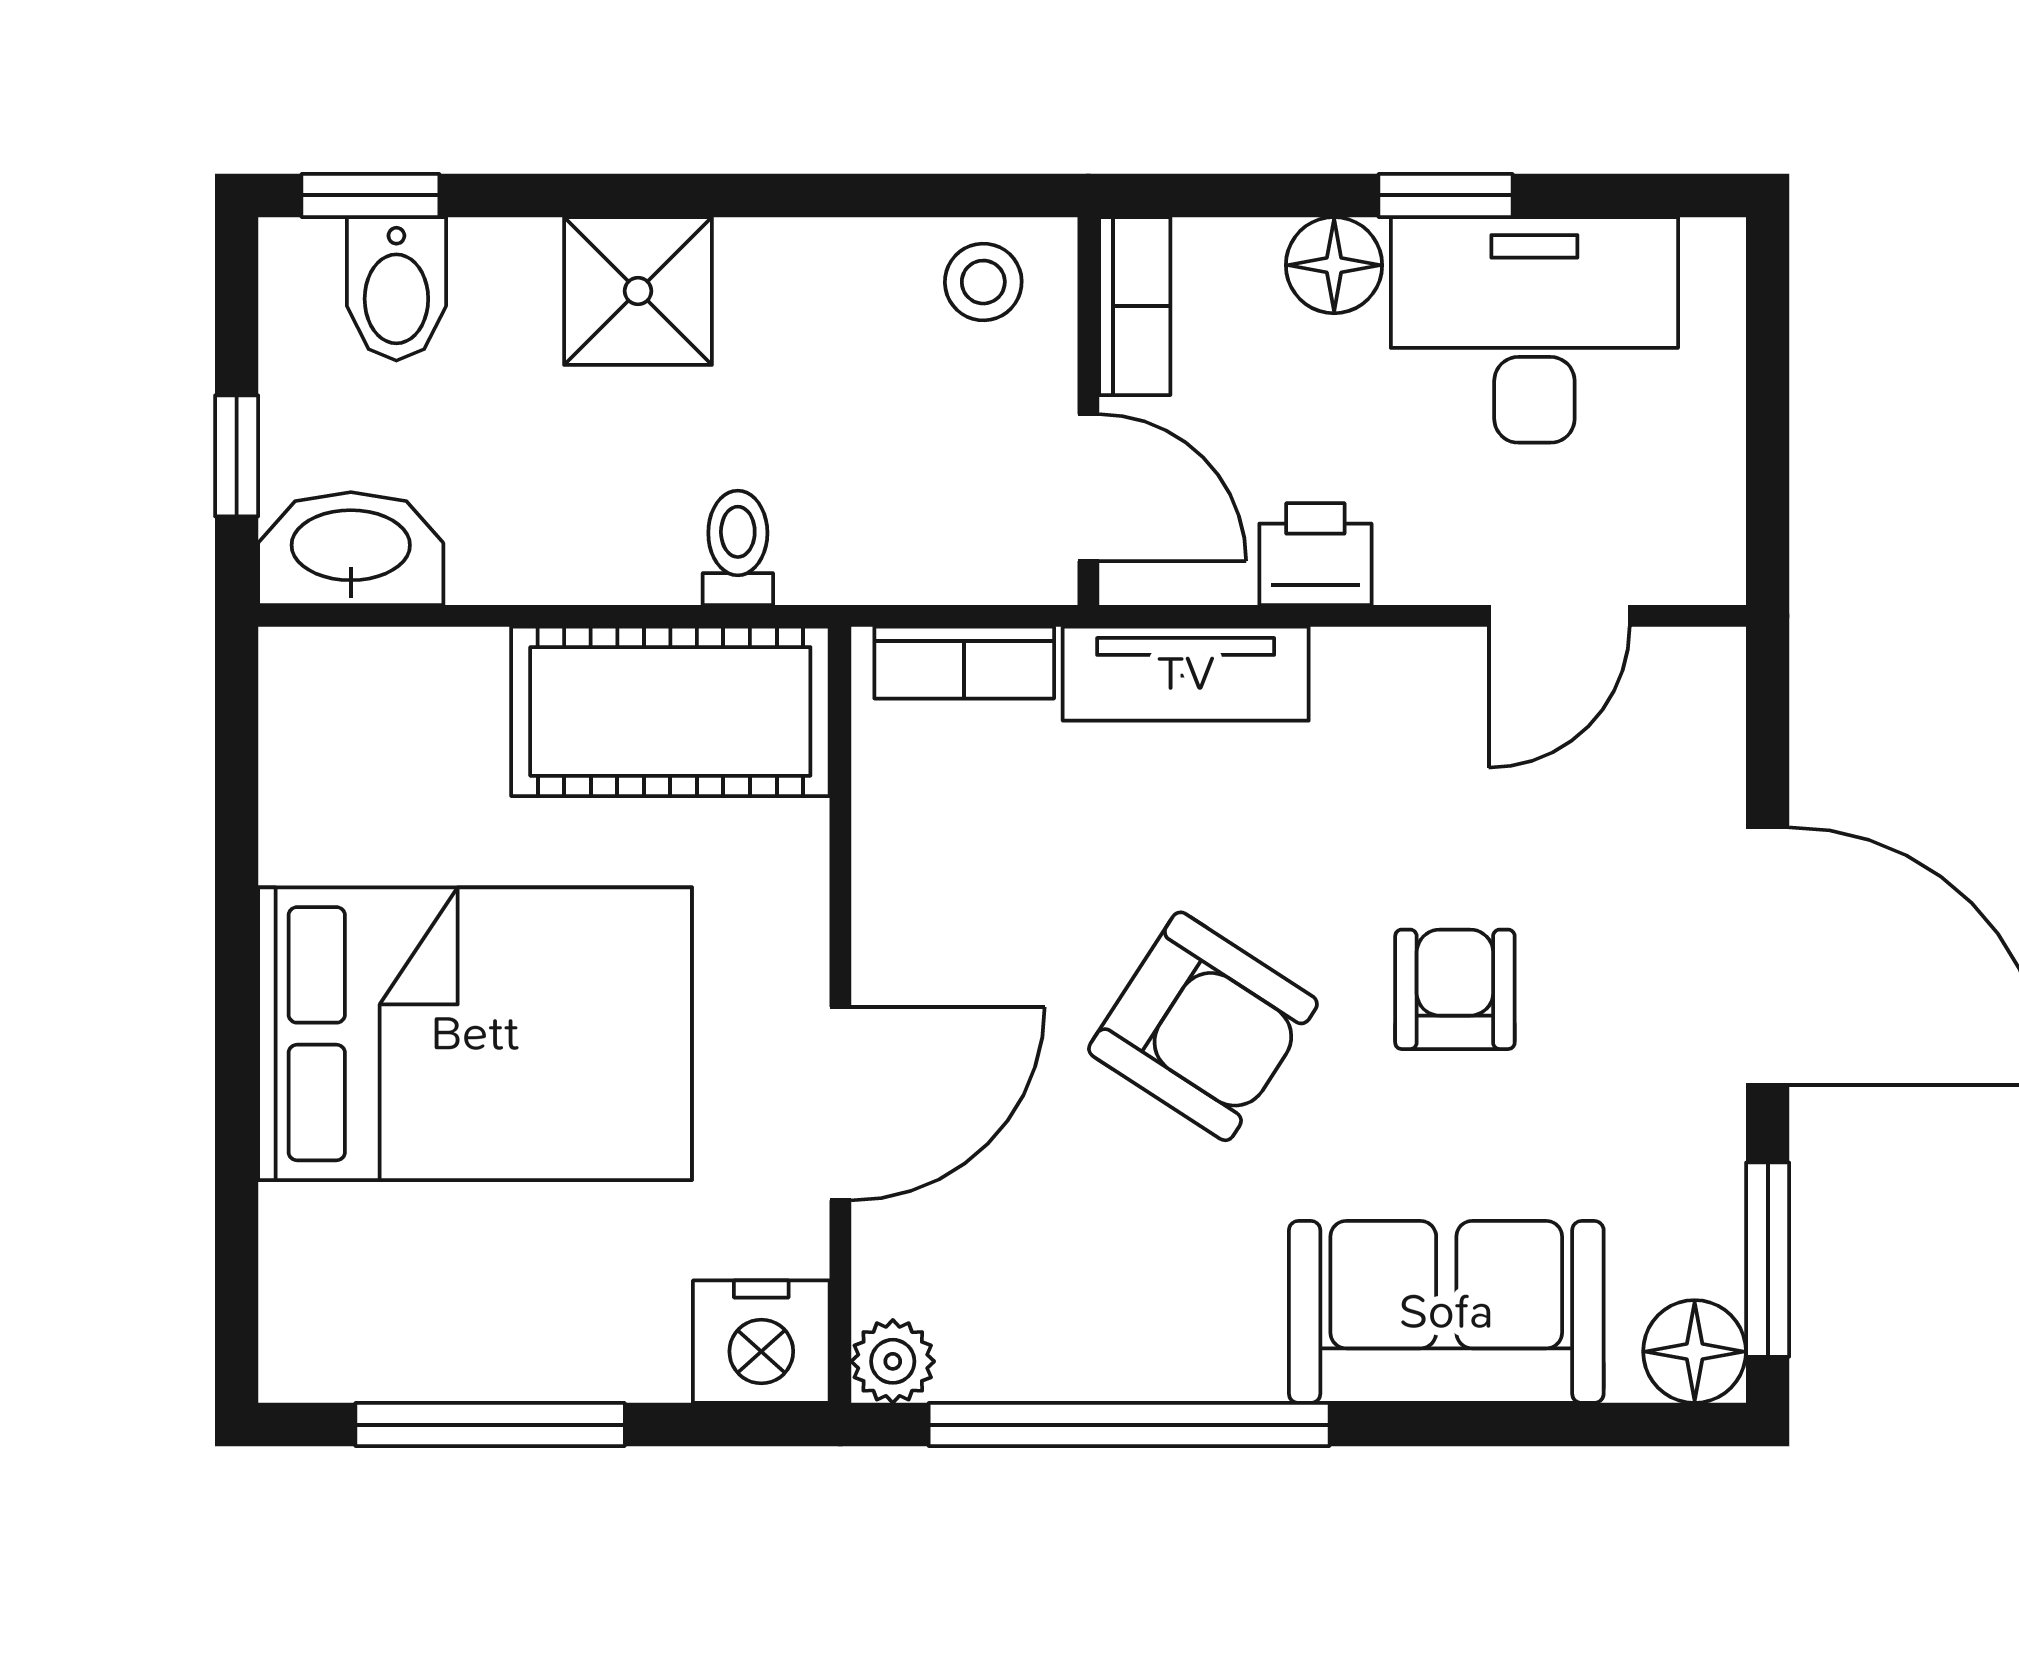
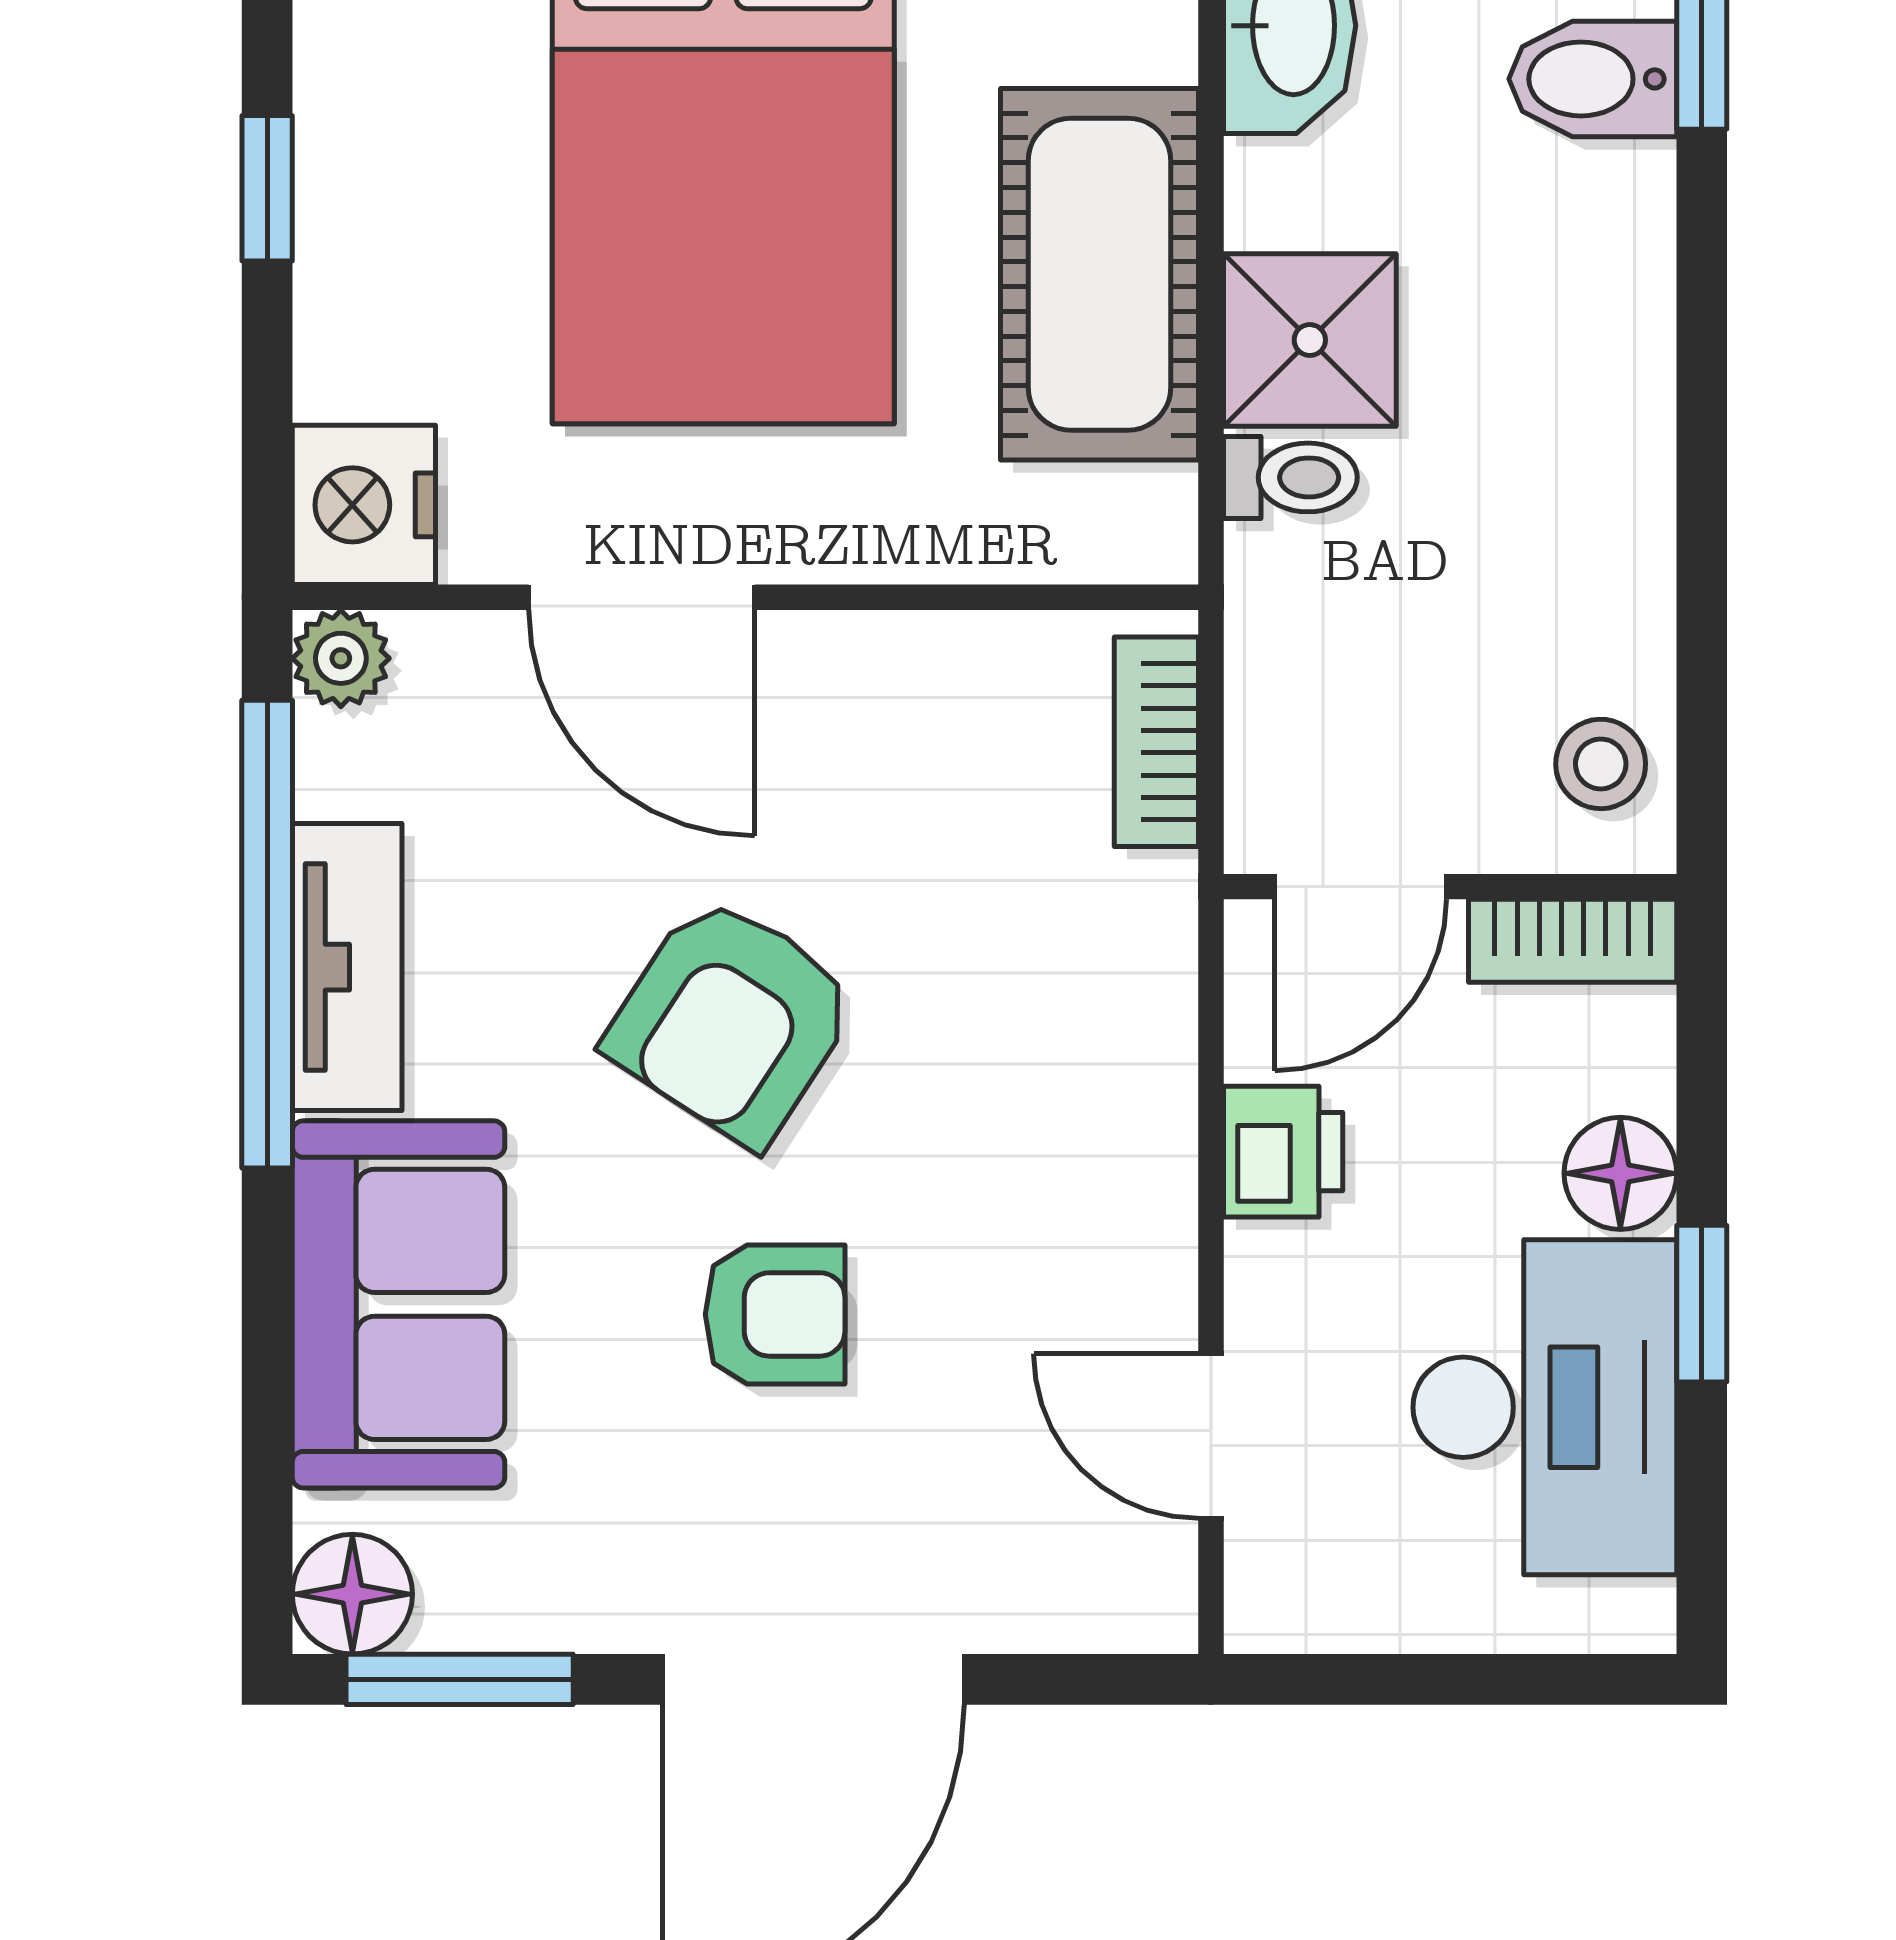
shower: (638, 291) -> (1310, 340), moved
tv unit: (1186, 674) -> (347, 967), moved, turned 180
cot: (670, 711) -> (1099, 274), moved
window: (490, 1425) -> (267, 188), width x0.46

